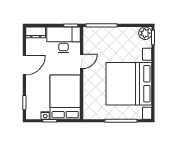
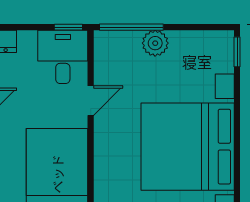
plant: (145, 33) -> (155, 43), moved
desk: (64, 40) -> (63, 57), width x0.73

